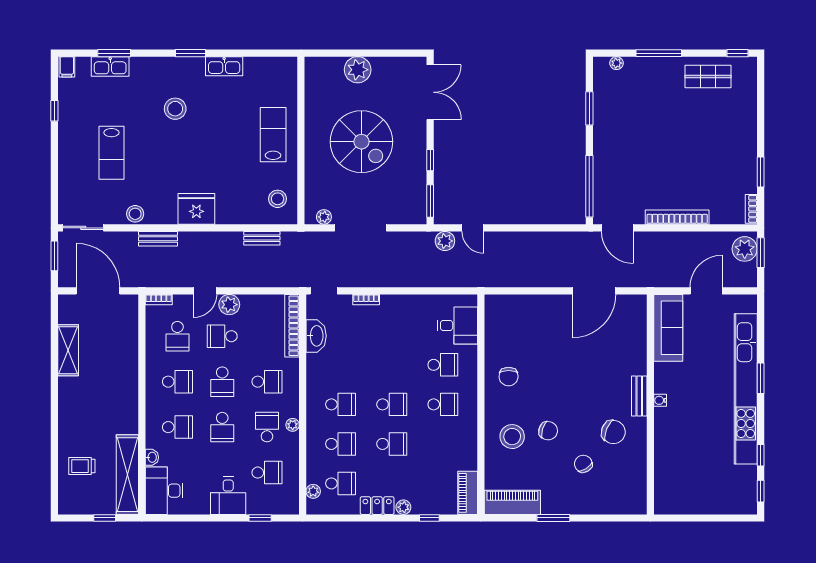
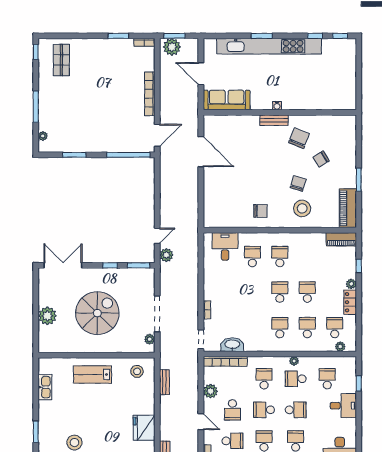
kitchen sink: (224, 66) -> (45, 387), moved
shop shelf: (708, 77) -> (61, 60), moved
plant: (229, 305) -> (210, 391), moved
school desk: (222, 382) -> (264, 410), turned 180

